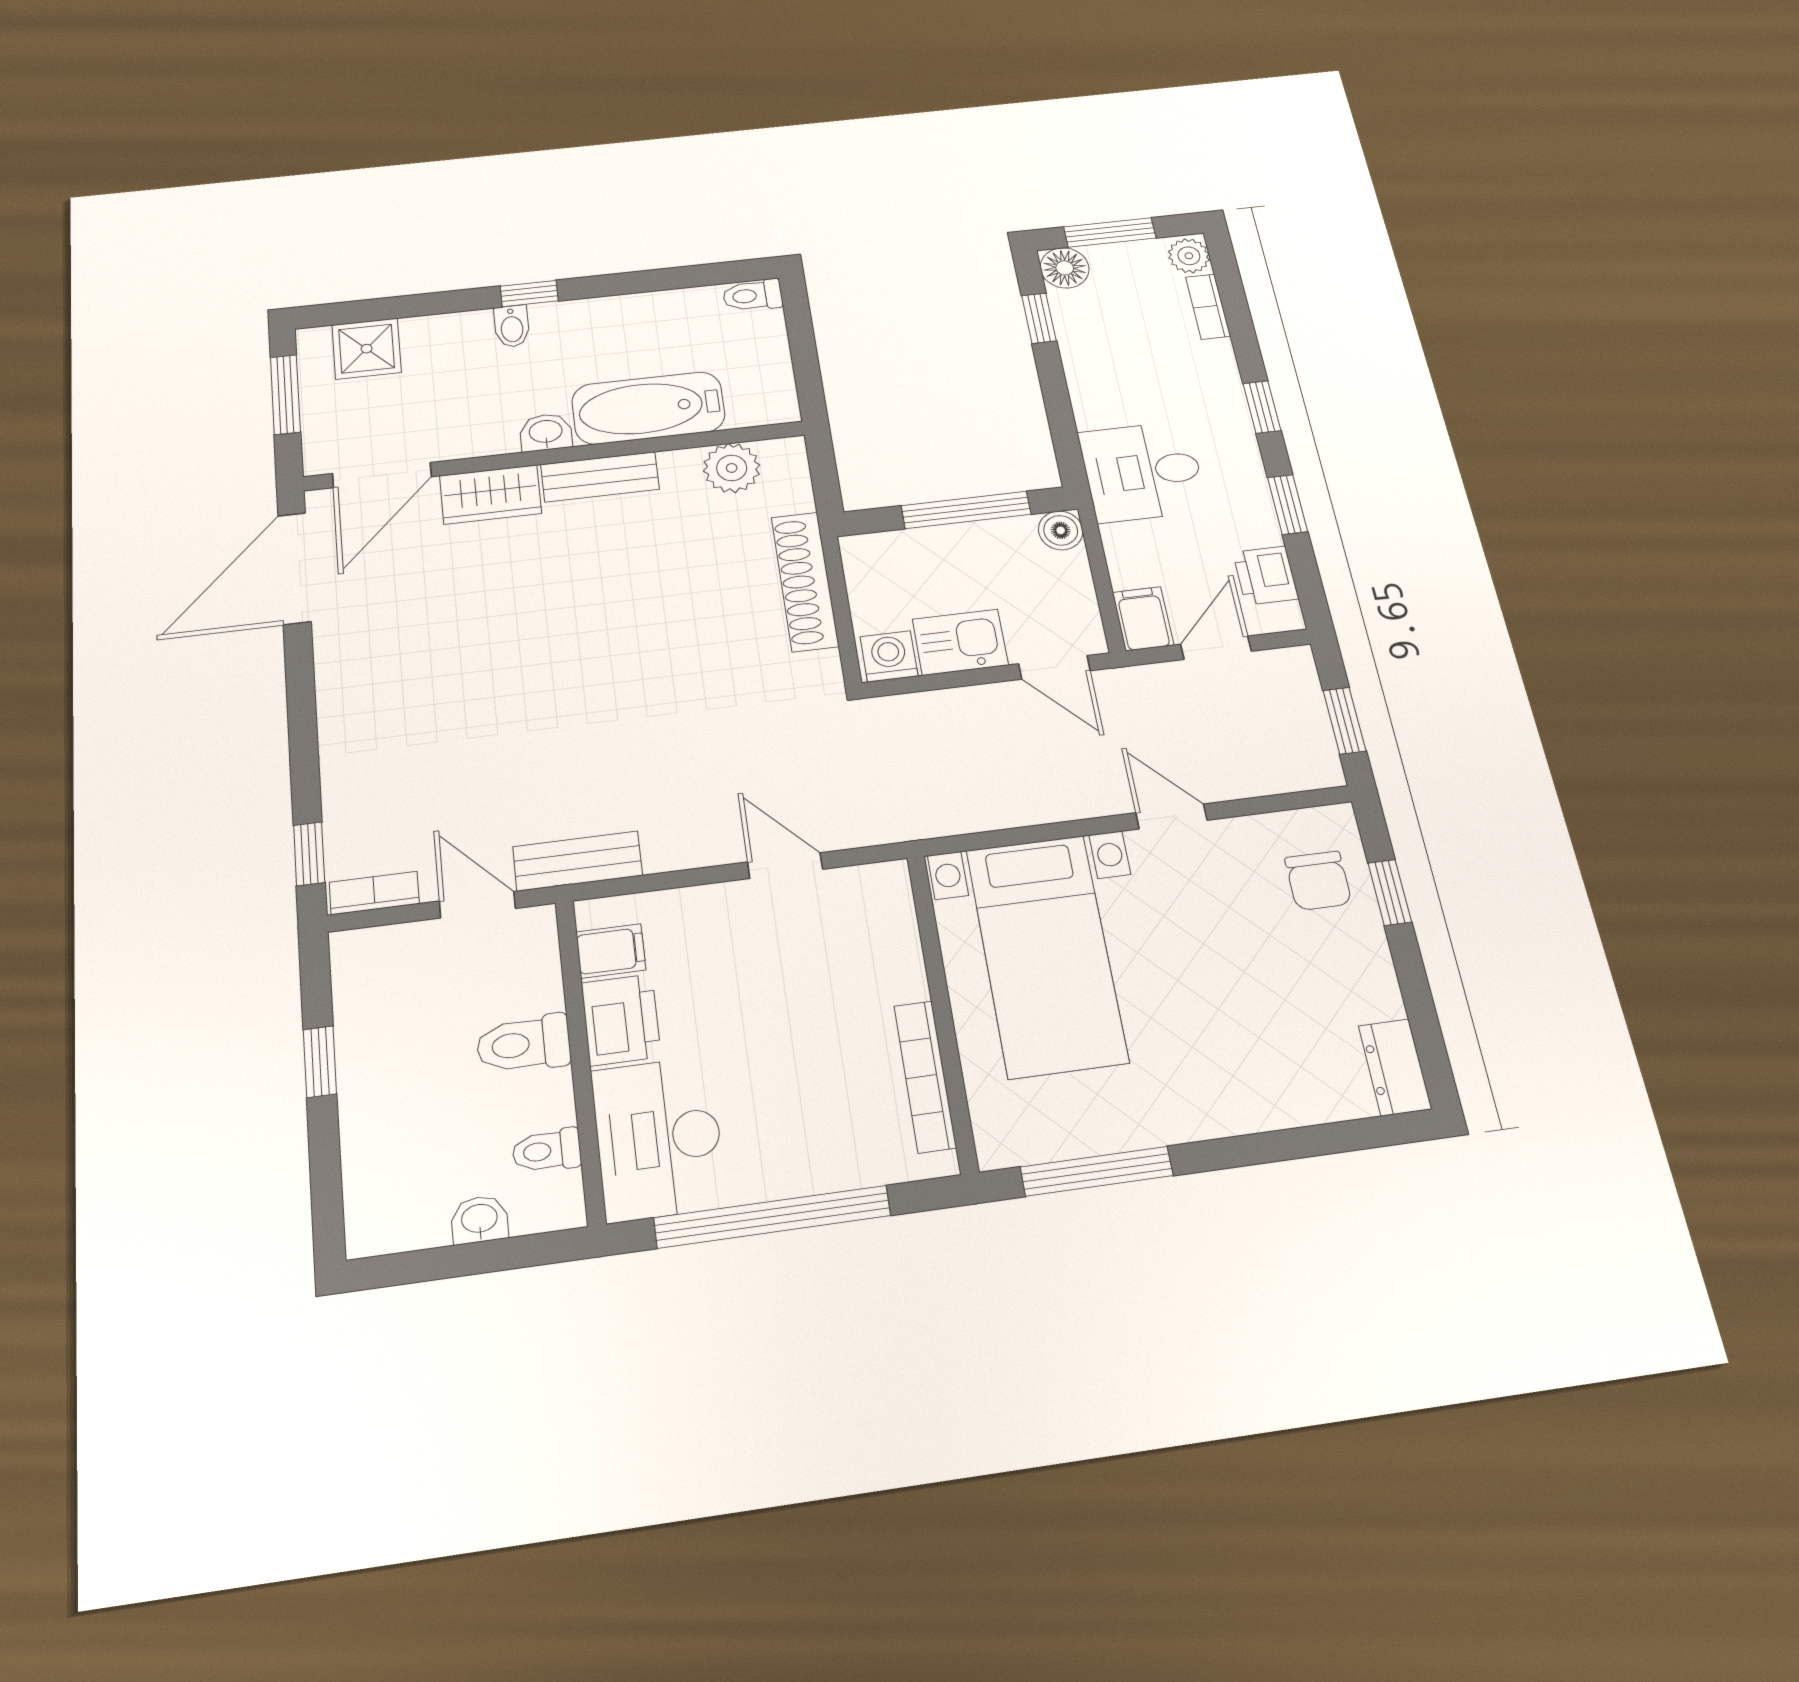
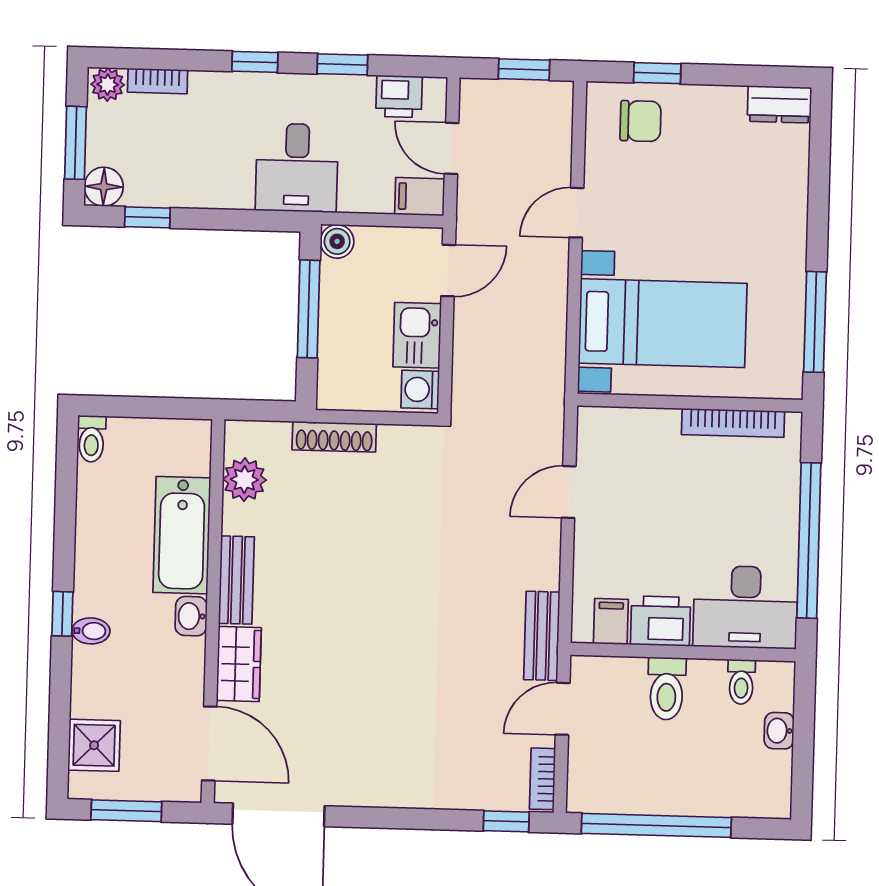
shoe rack: (805, 581) -> (334, 437), width x0.74, depth x0.81
window: (320, 1062) -> (656, 825), width x3.17

